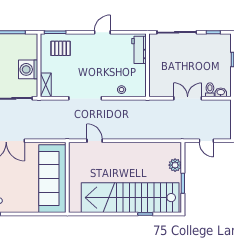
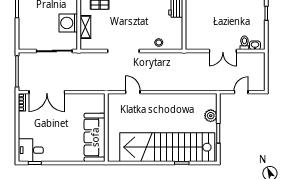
shelving: (46, 85) -> (85, 27), moved
double door: (188, 98) -> (223, 51), swing flipped
door: (206, 141) -> (241, 92), swing flipped
sofa: (52, 179) -> (95, 137), width x0.74, depth x0.79

